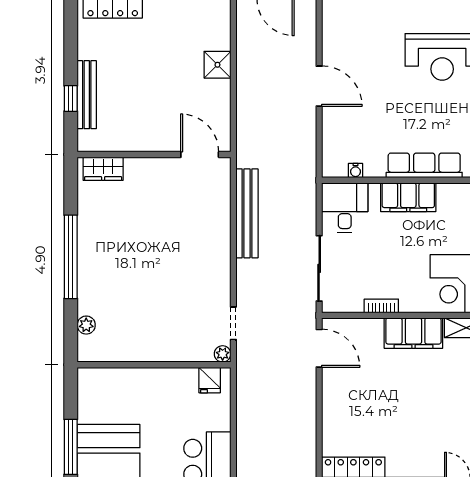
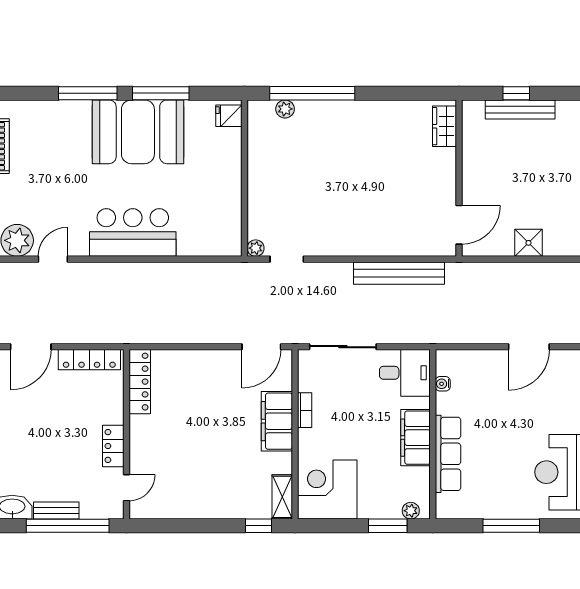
shower: (217, 65) -> (528, 243), moved
window: (71, 257) -> (312, 93), moved
filing cabinet: (413, 333) -> (277, 421), moved
fridge: (210, 380) -> (229, 116), moved

